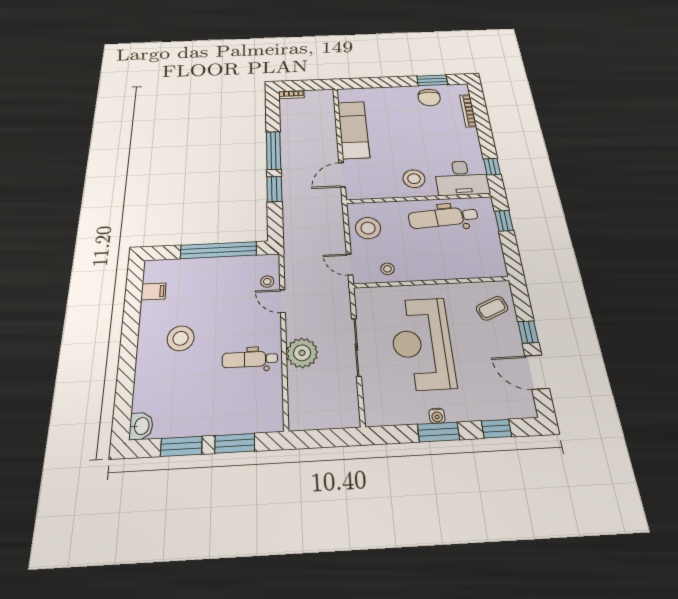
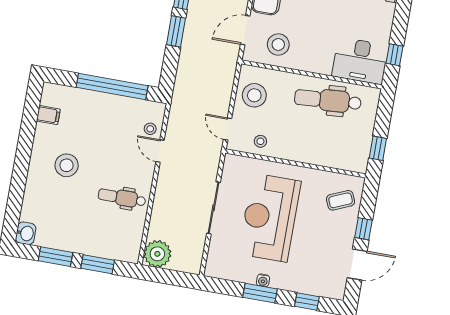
stool: (414, 179) -> (278, 45), moved
window: (504, 221) -> (378, 148), moved
plant: (302, 353) -> (157, 254), moved
door: (537, 372) -> (357, 265), swing flipped

